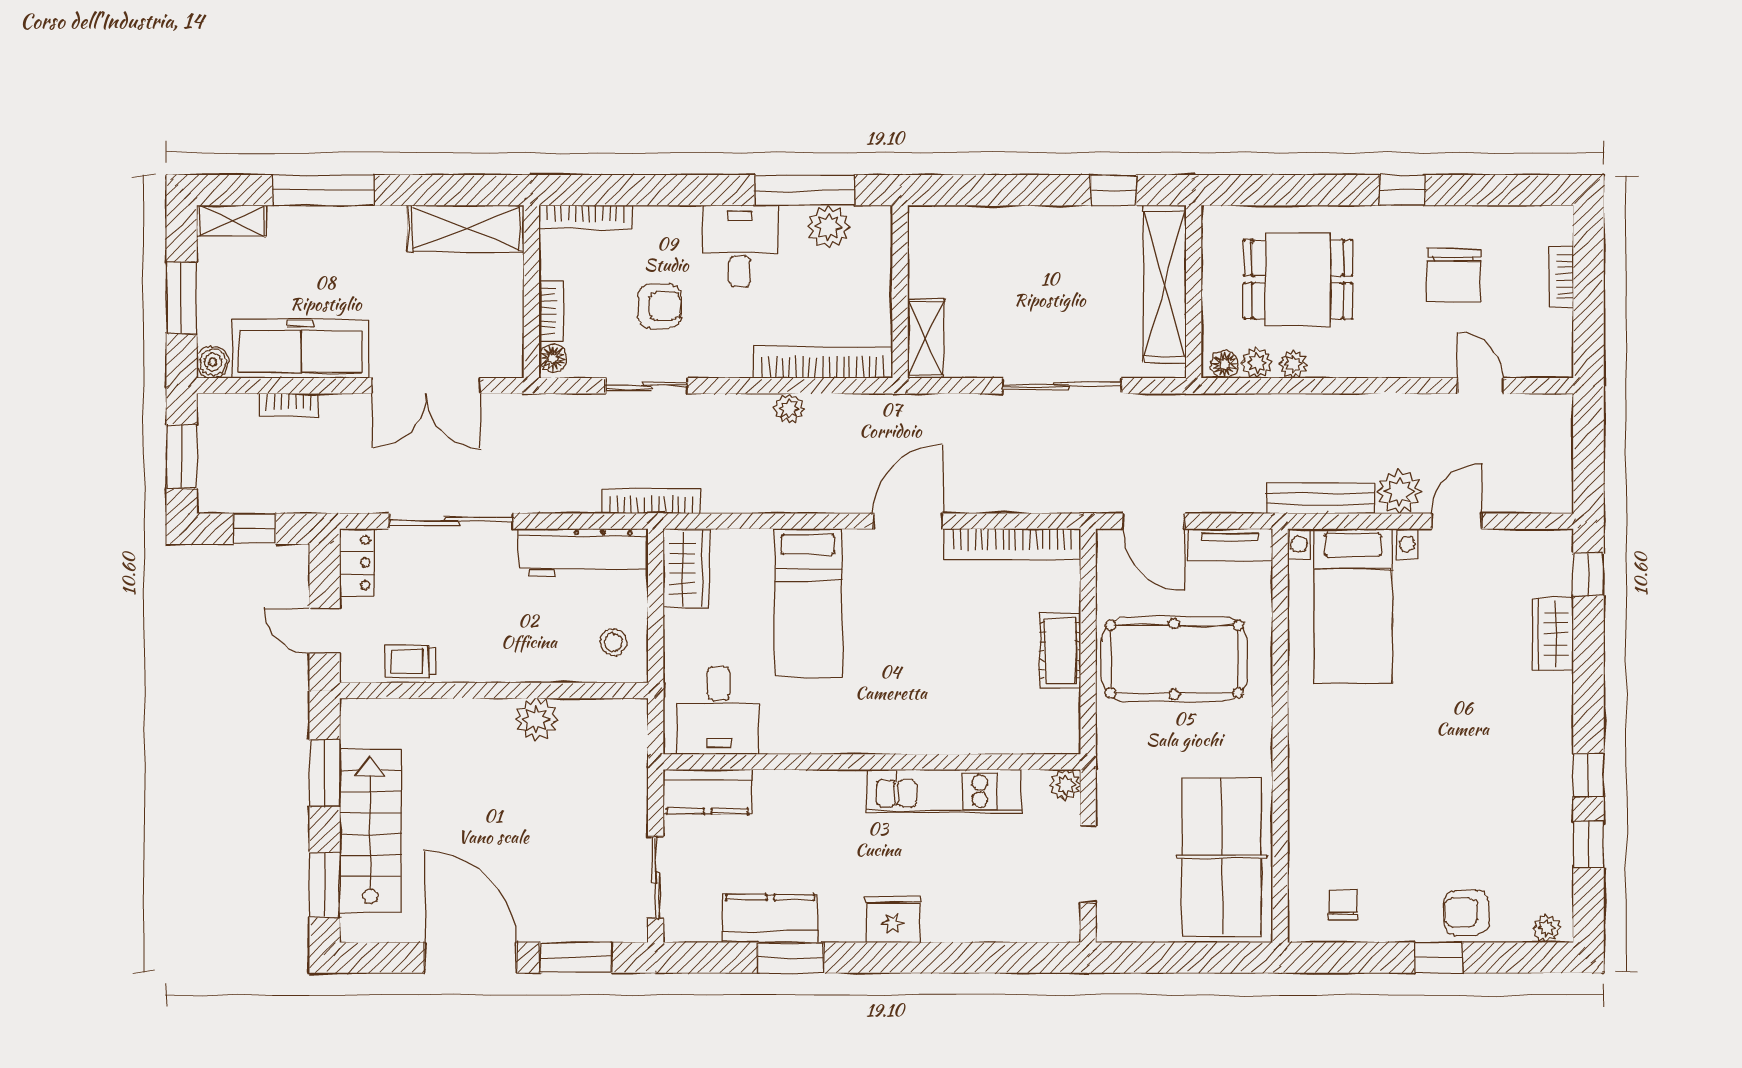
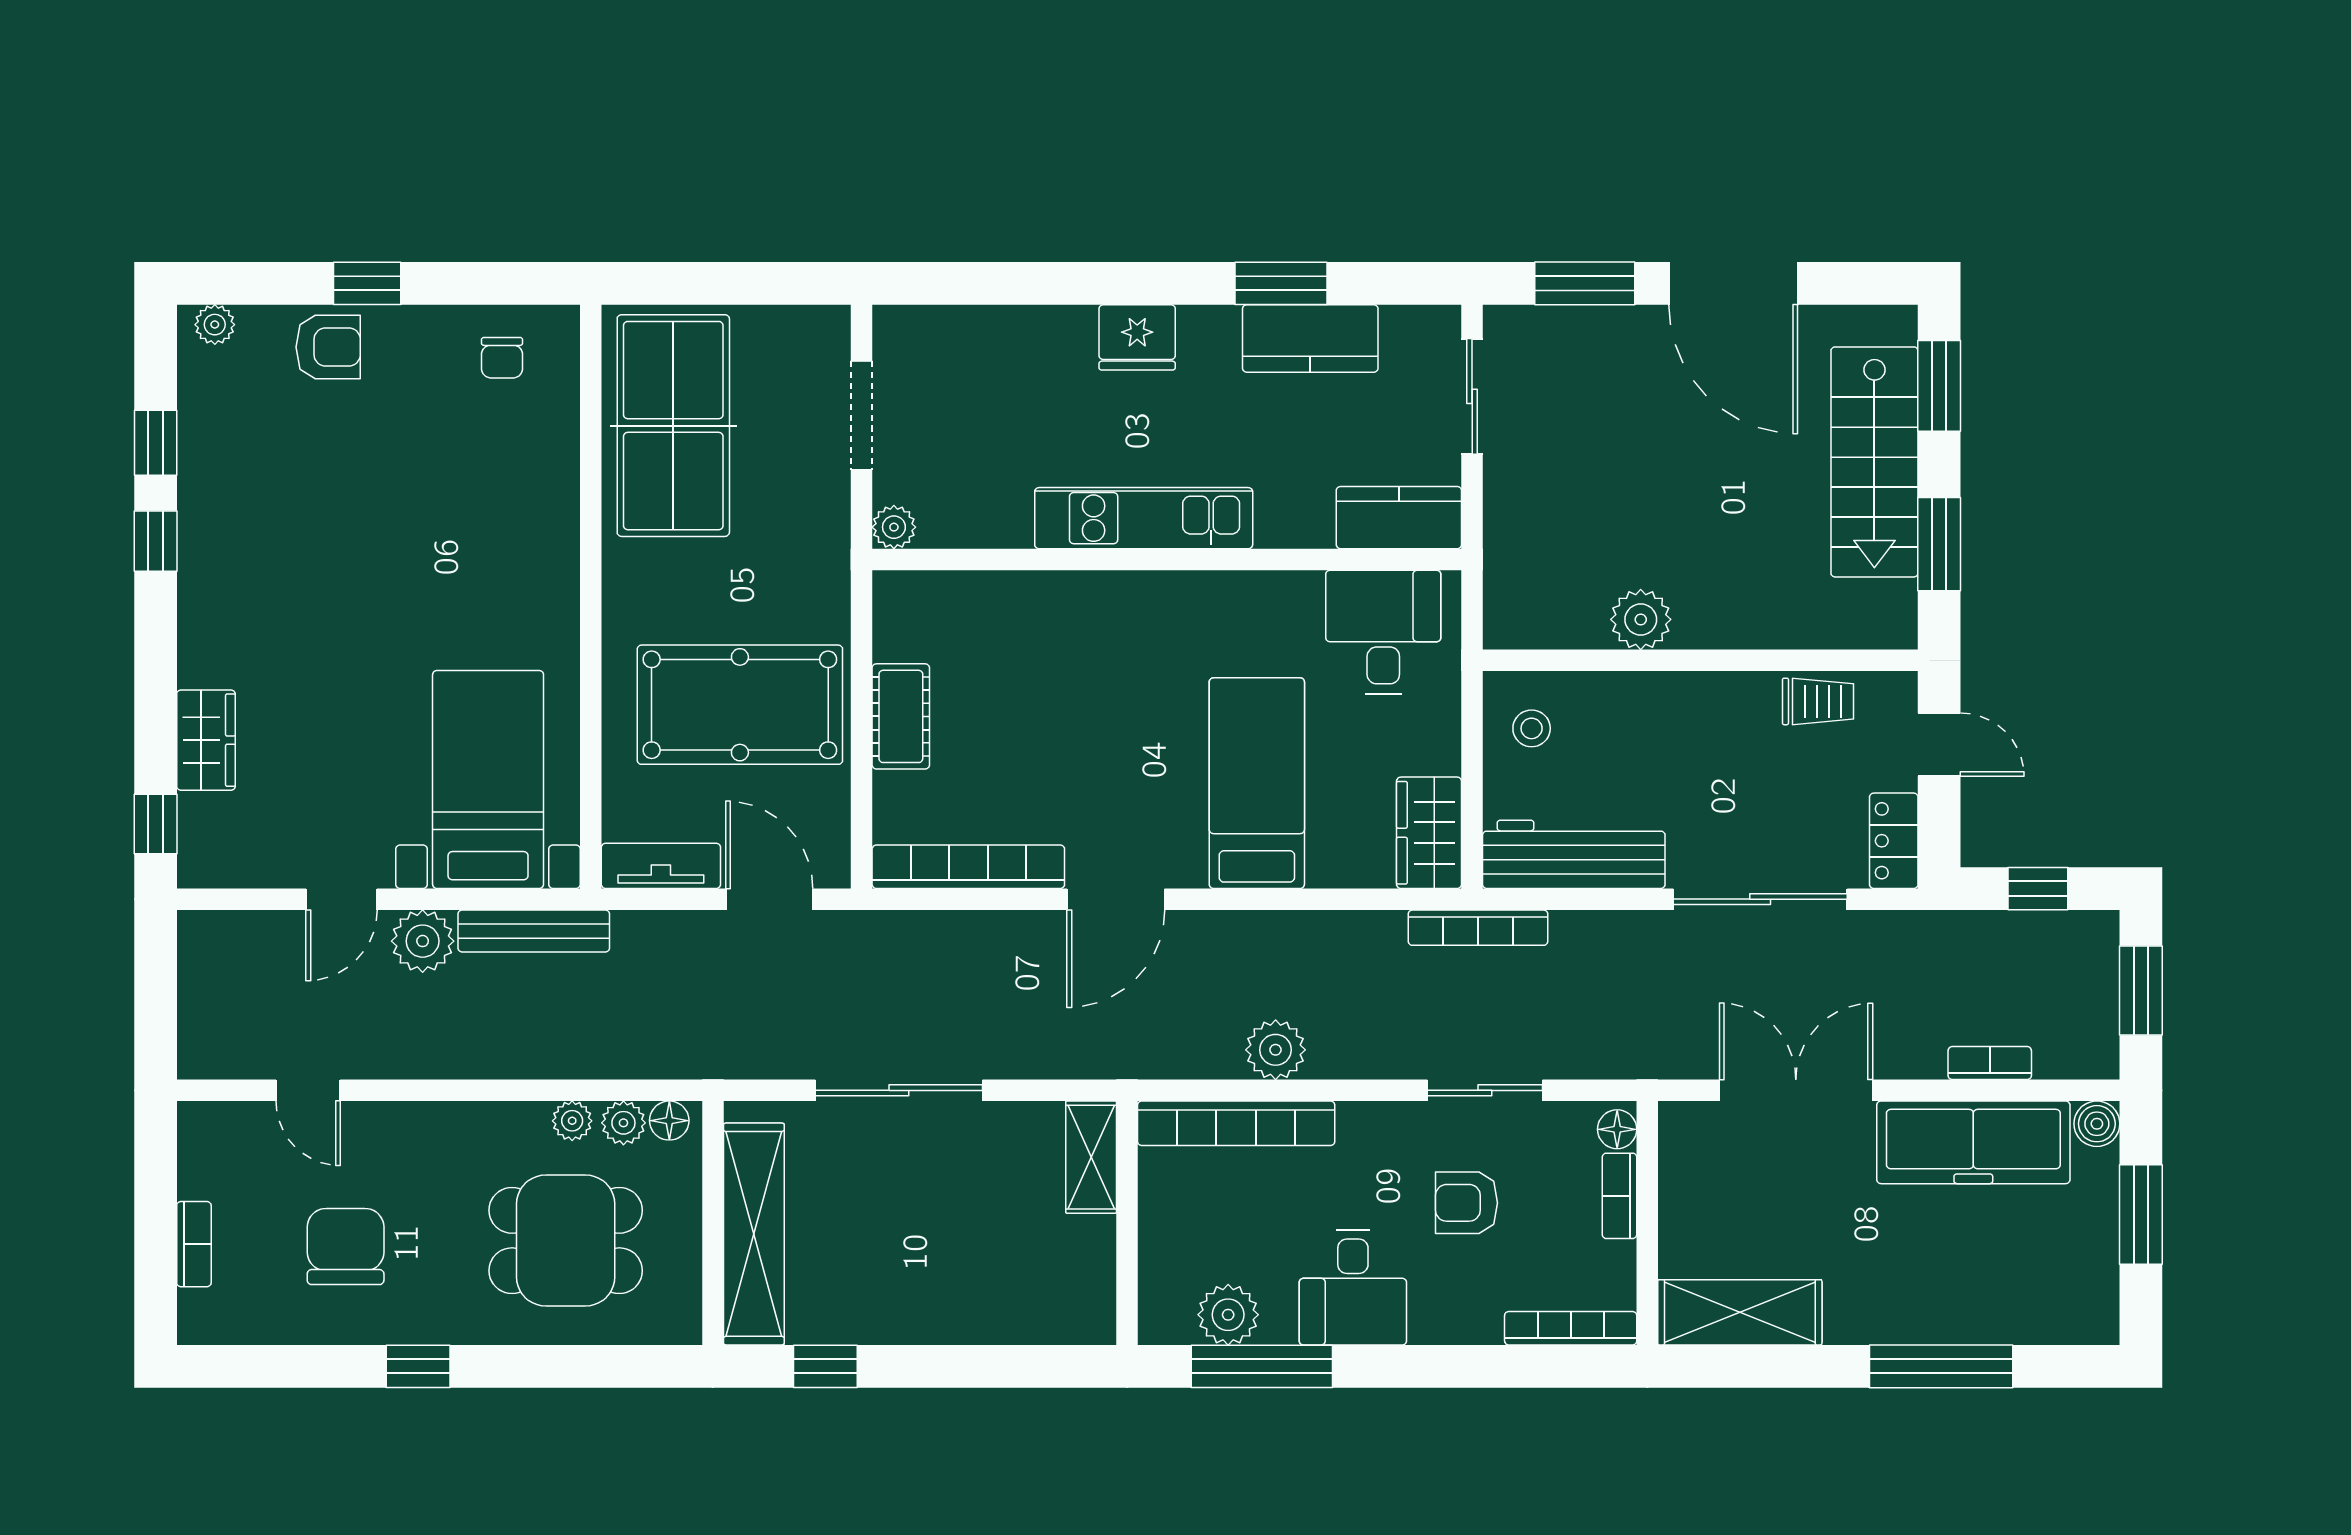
shelving: (232, 221) -> (2070, 1323), removed
plant: (789, 409) -> (1276, 1050), width x1.38, depth x1.38
kitchen unit: (944, 791) -> (1144, 518), moved

